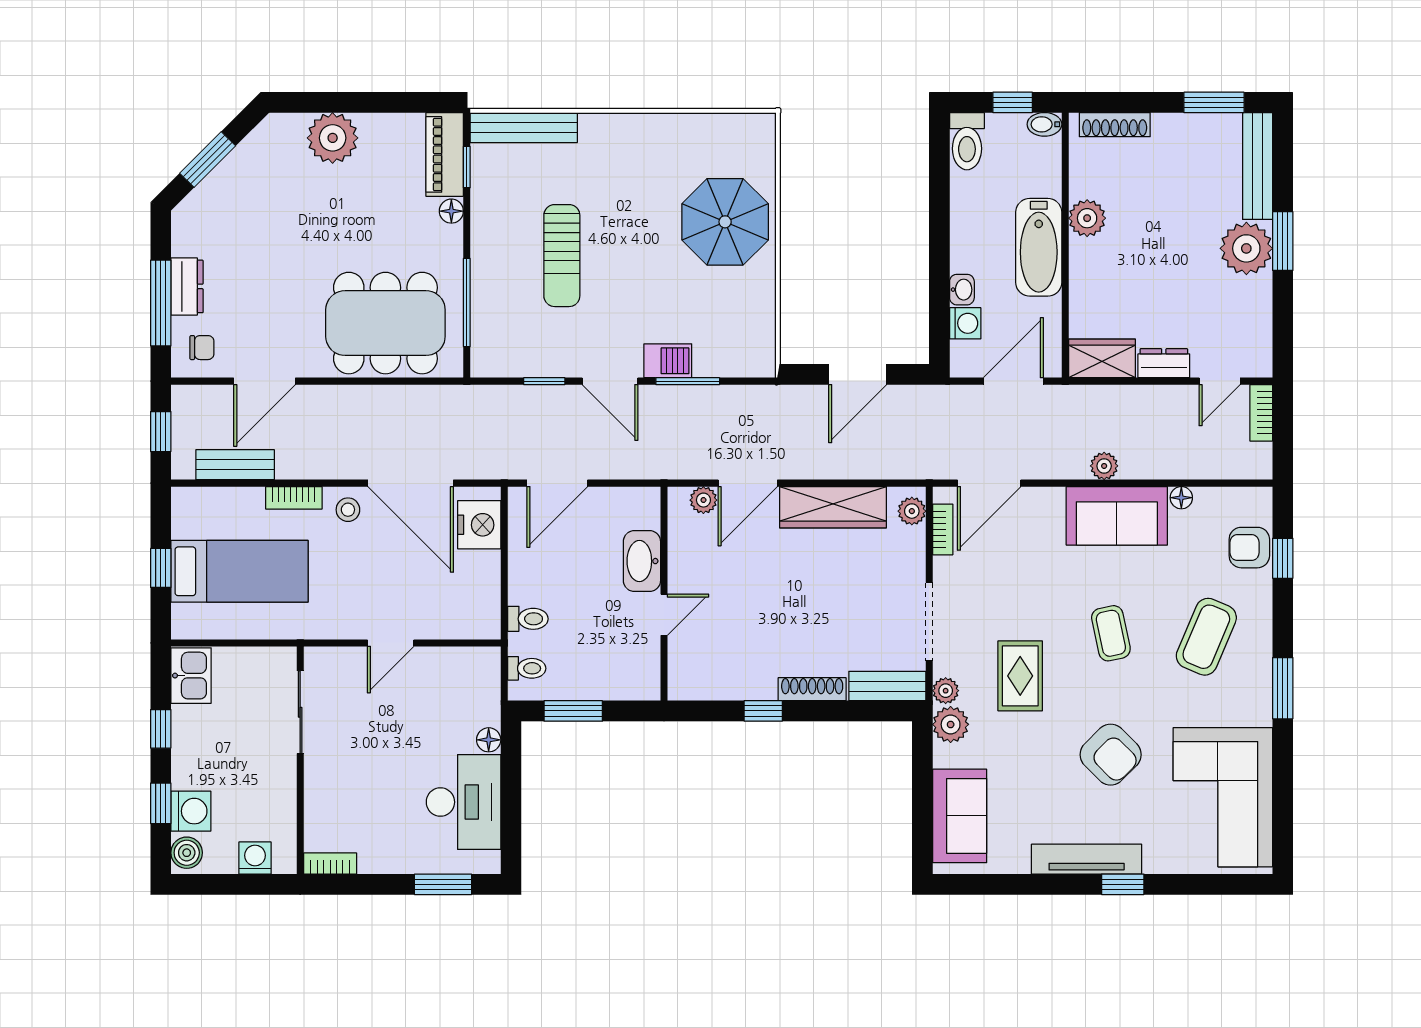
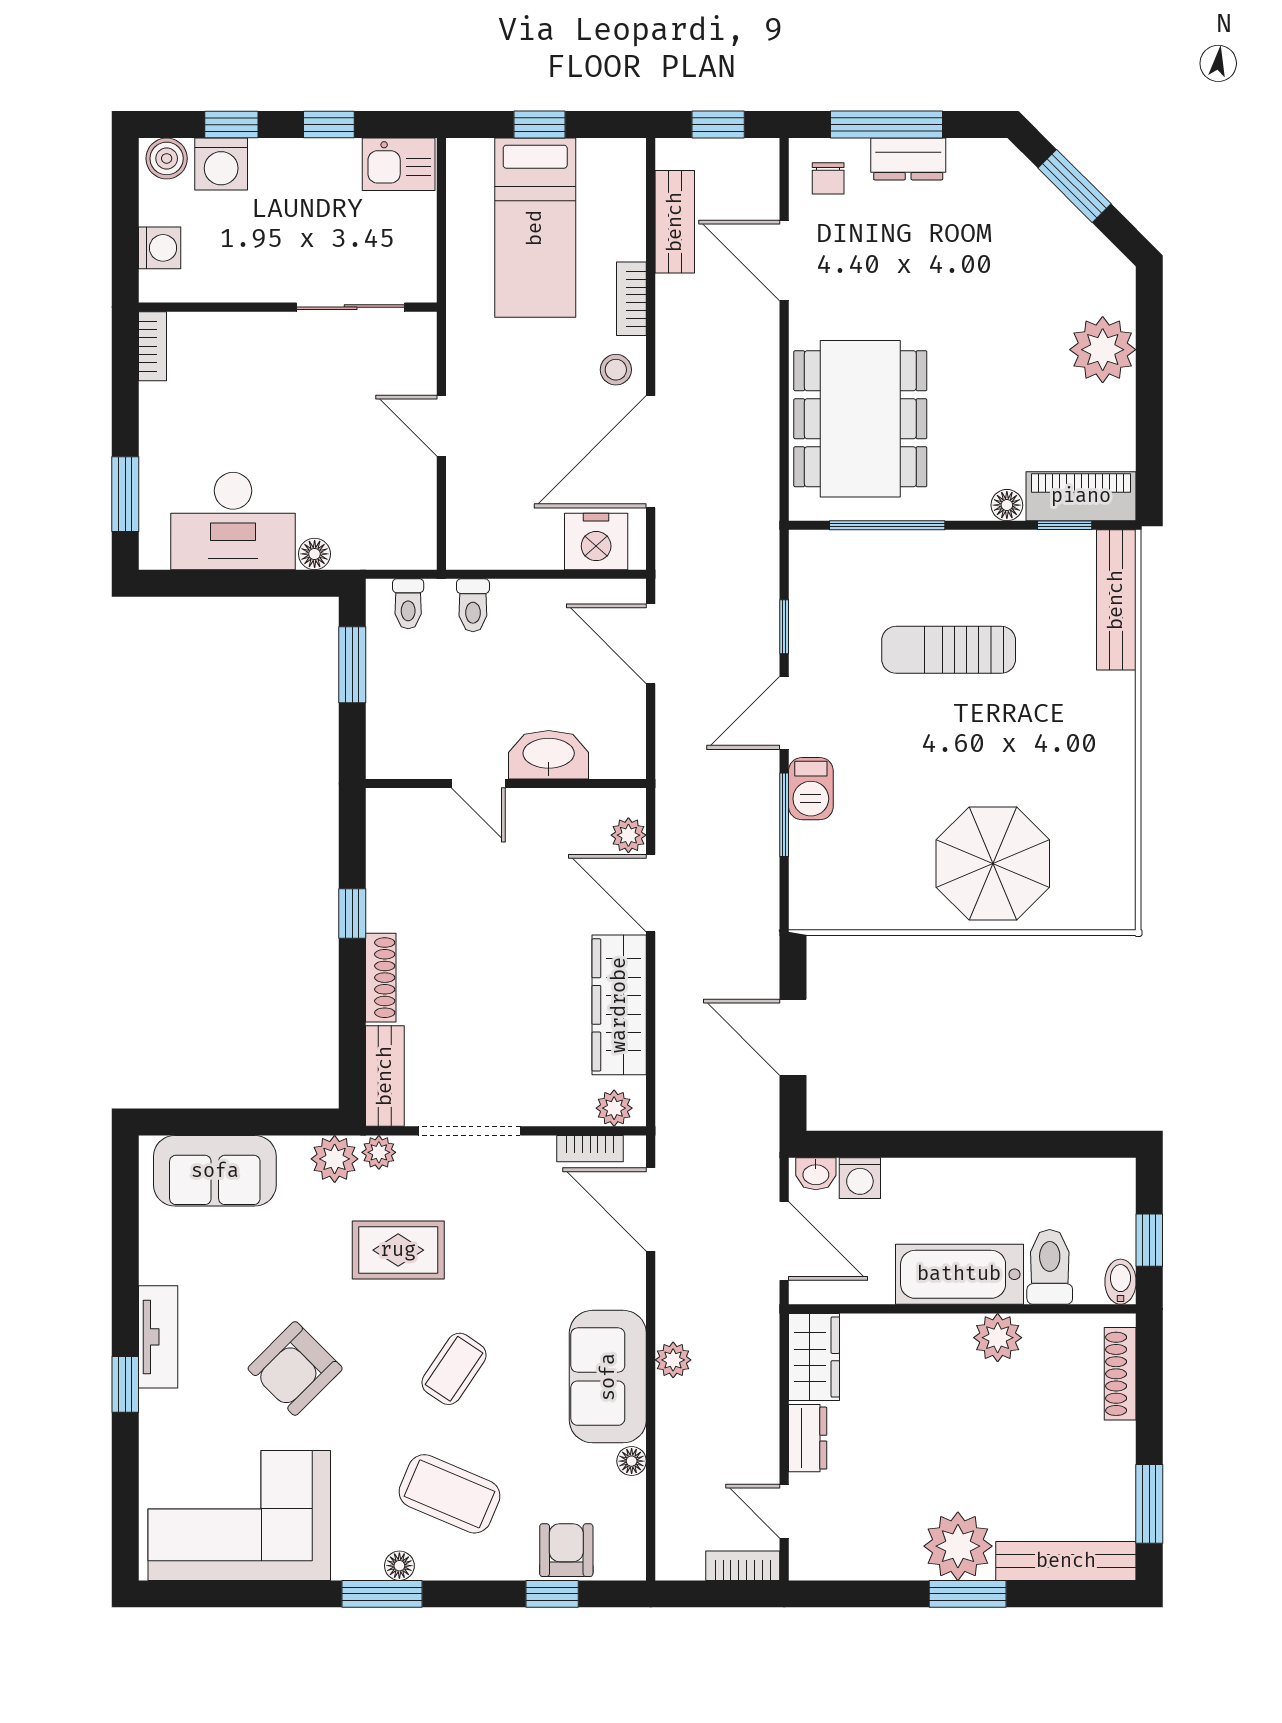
toilet: (967, 141) -> (1050, 1267), moved, turned 90
washbasin: (962, 290) -> (816, 1174), moved
coffee table: (1111, 633) -> (454, 1369), turned -44
floor lamp: (1261, 675) -> (399, 1566), added
tv unit: (1087, 859) -> (158, 1337), width x0.71

